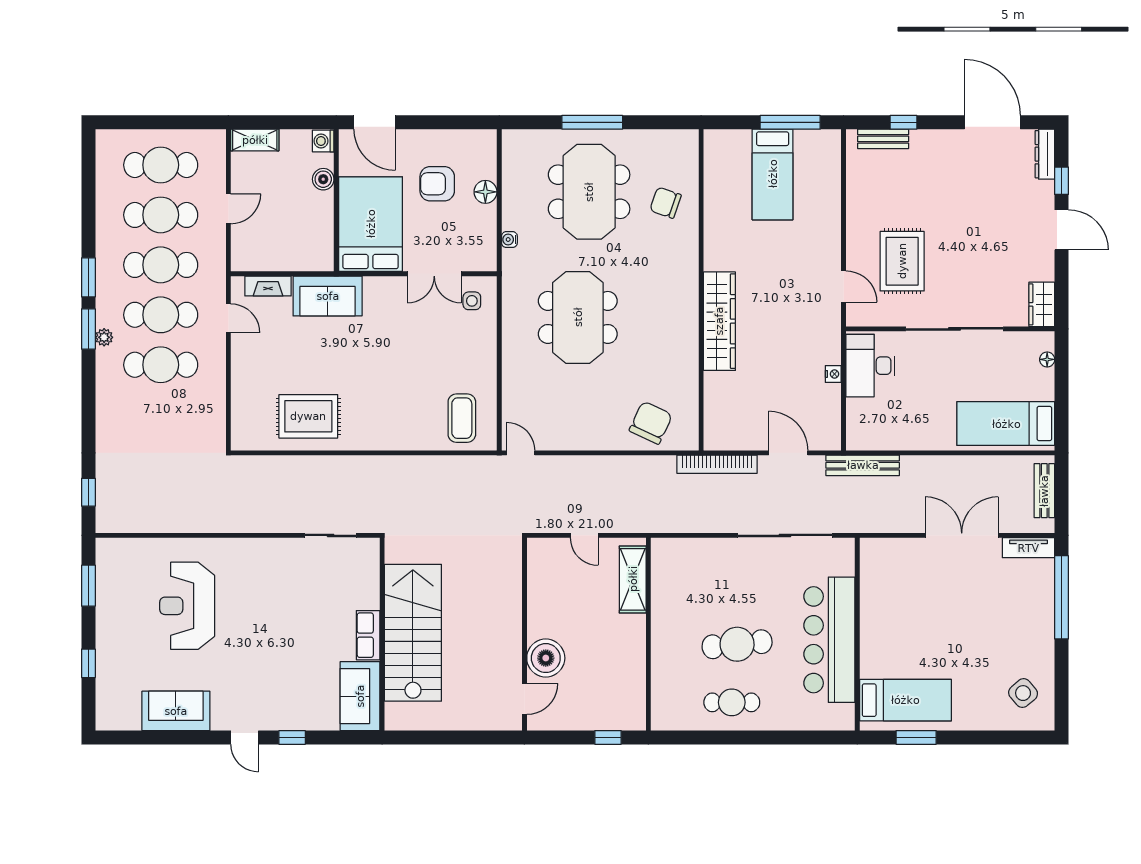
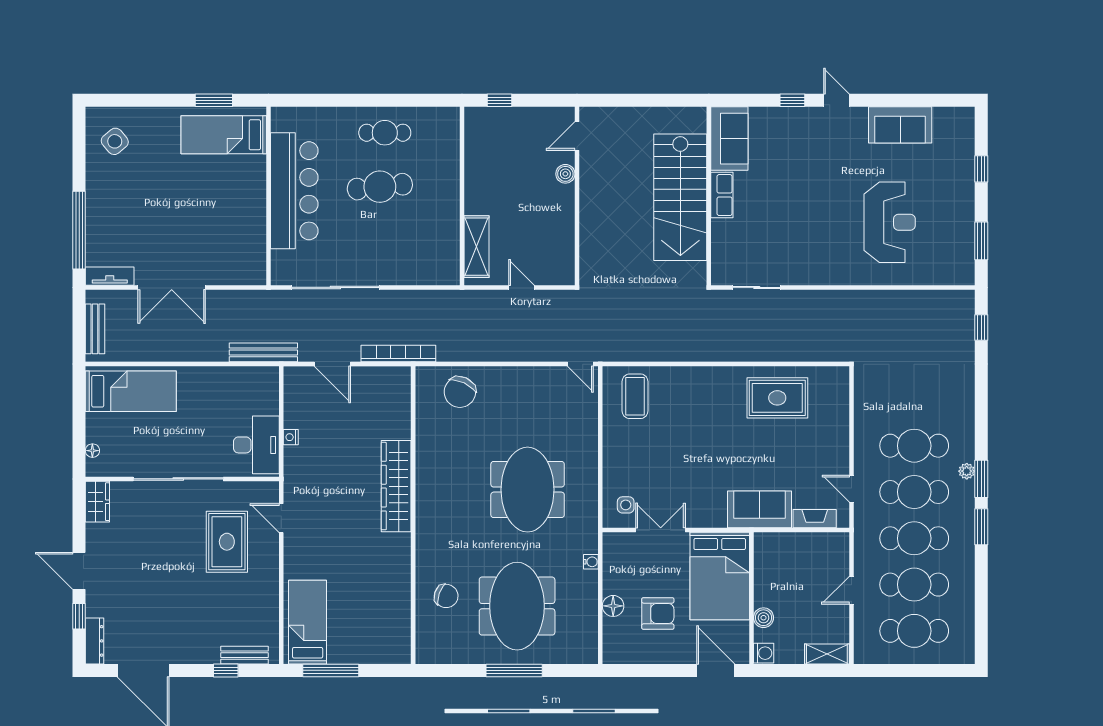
bed: (773, 174) -> (308, 622), moved
boiler: (546, 658) -> (565, 174), width x0.54, depth x0.54

